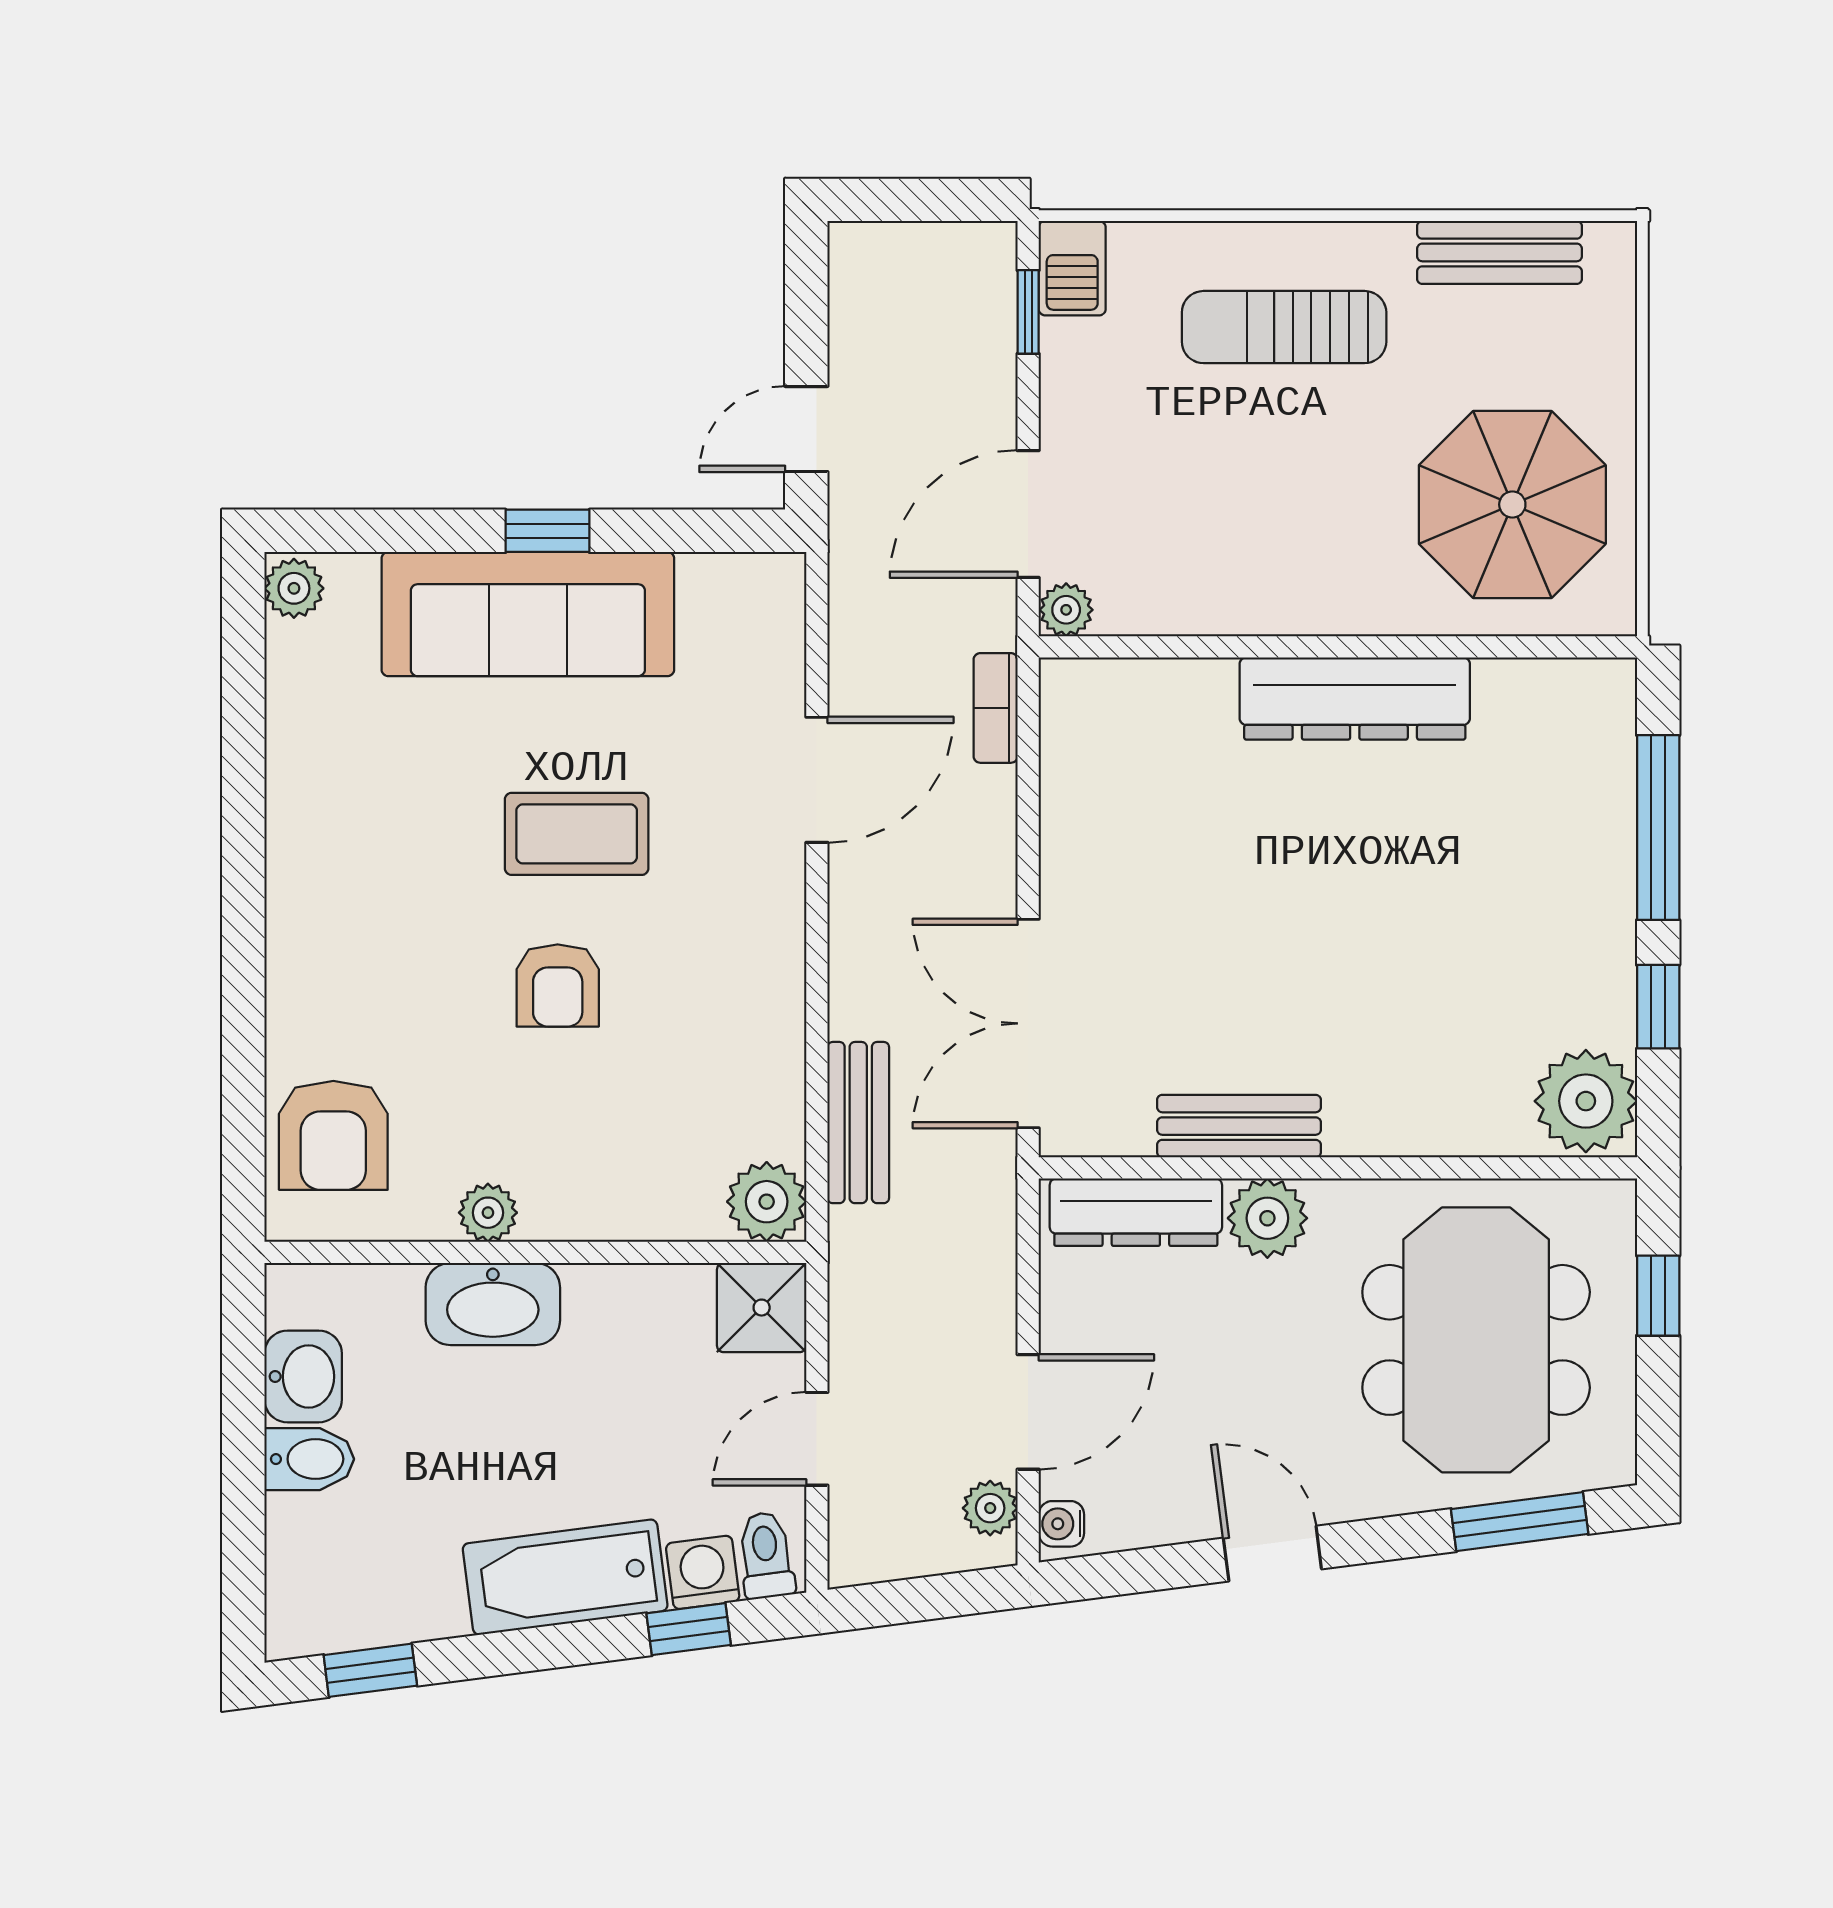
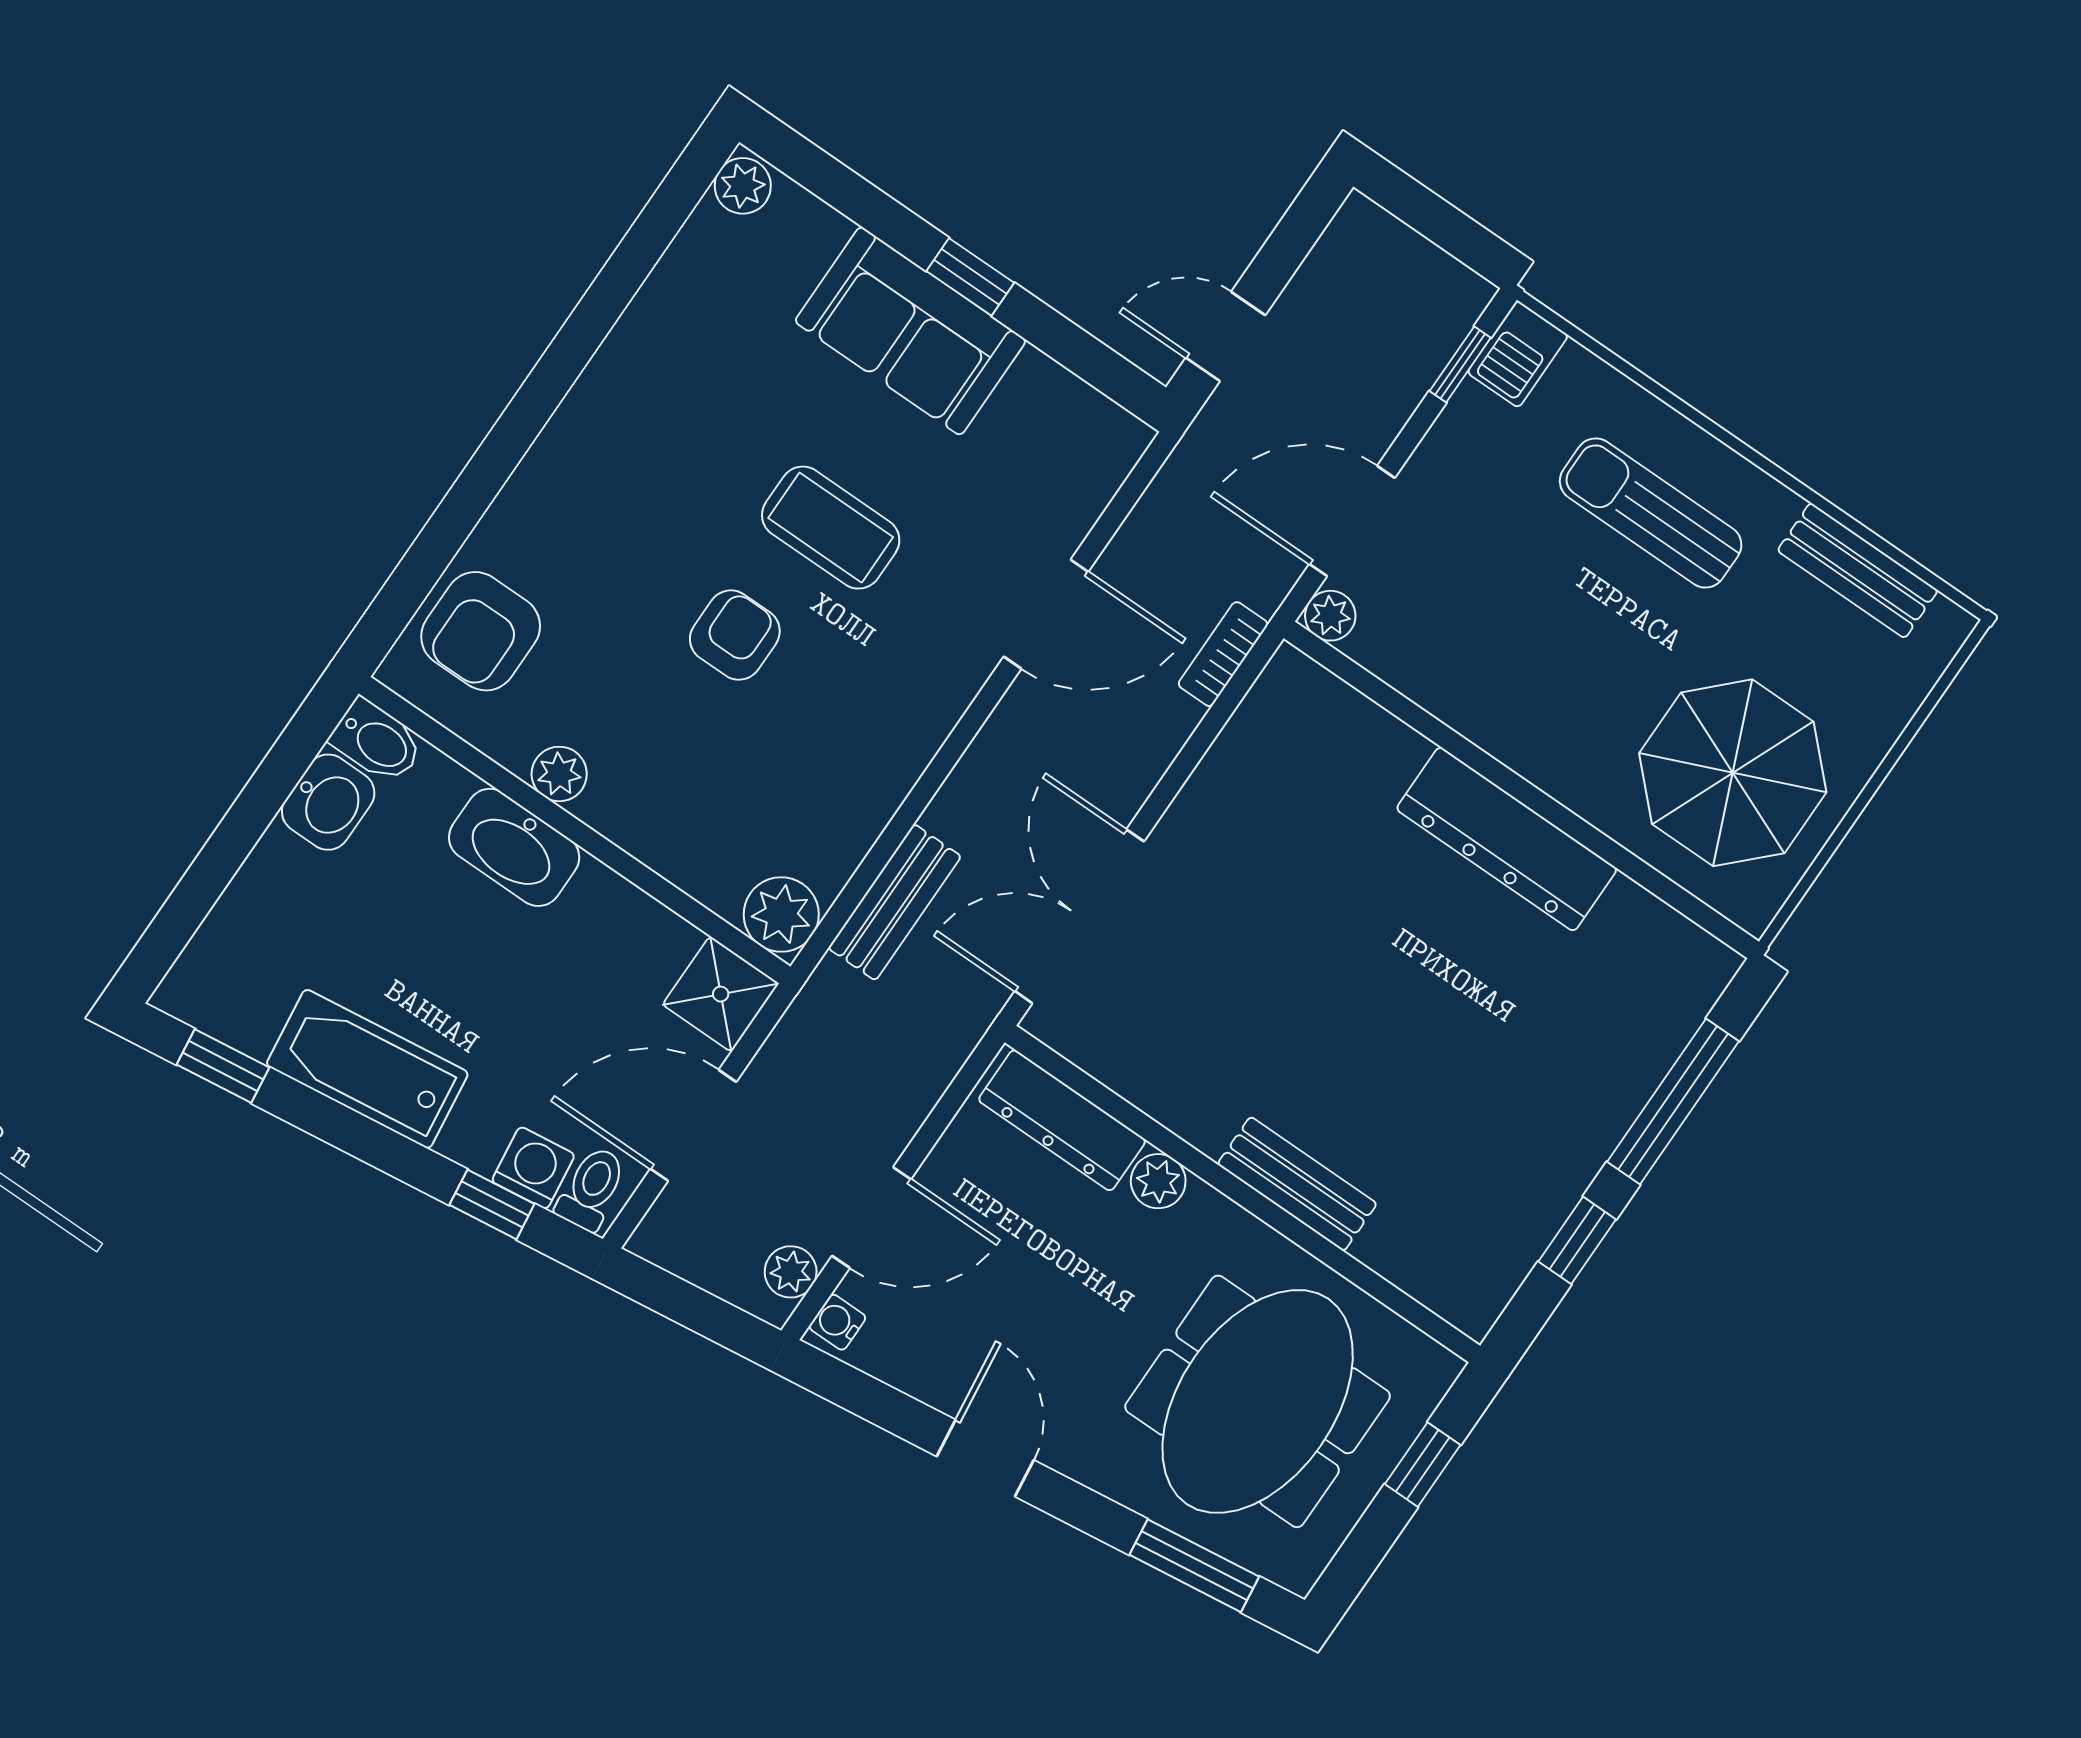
sofa: (528, 614) -> (910, 331), width x0.73
armchair: (558, 985) -> (735, 635), turned 180
plant: (1586, 1101) -> (1471, 1275), removed
bench: (1239, 1126) -> (1297, 1184), moved
plant: (1267, 1218) -> (1158, 1181), width x0.73, depth x0.73
door: (817, 1439) -> (693, 1125), width x1.38
bidet: (309, 1459) -> (377, 741), moved
bathtub: (565, 1577) -> (367, 1069), moved

